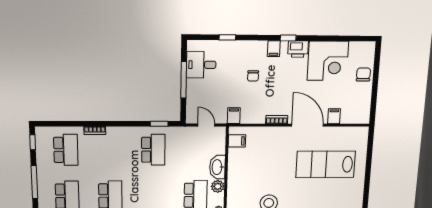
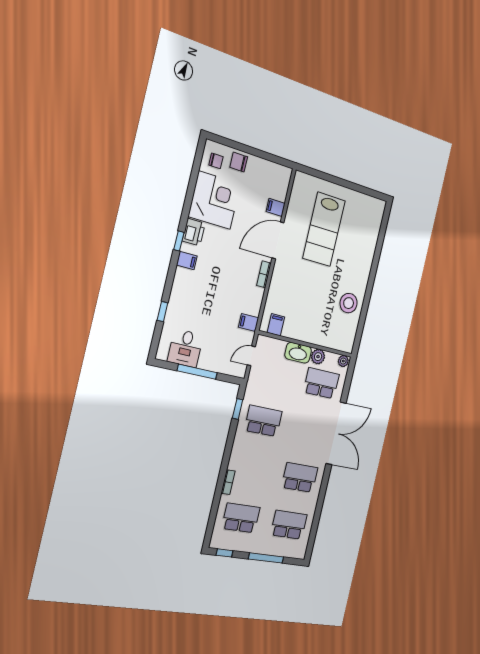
chair: (253, 76) -> (216, 161), moved

